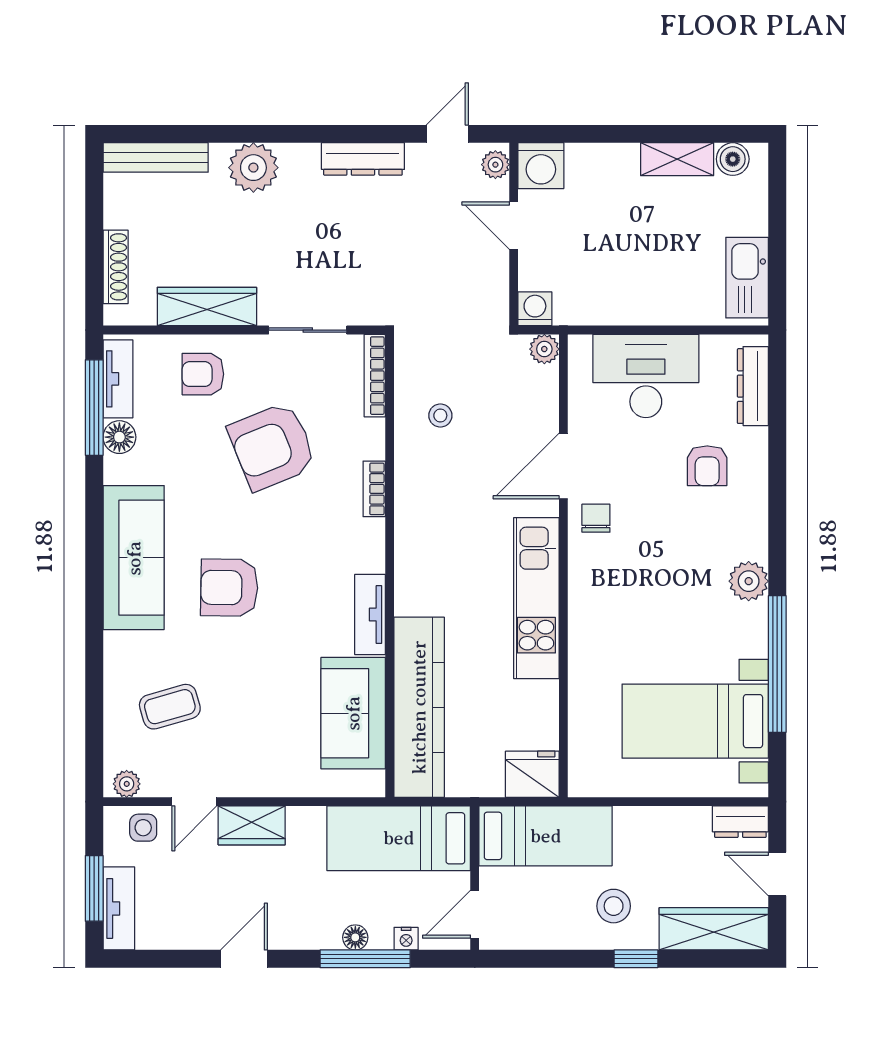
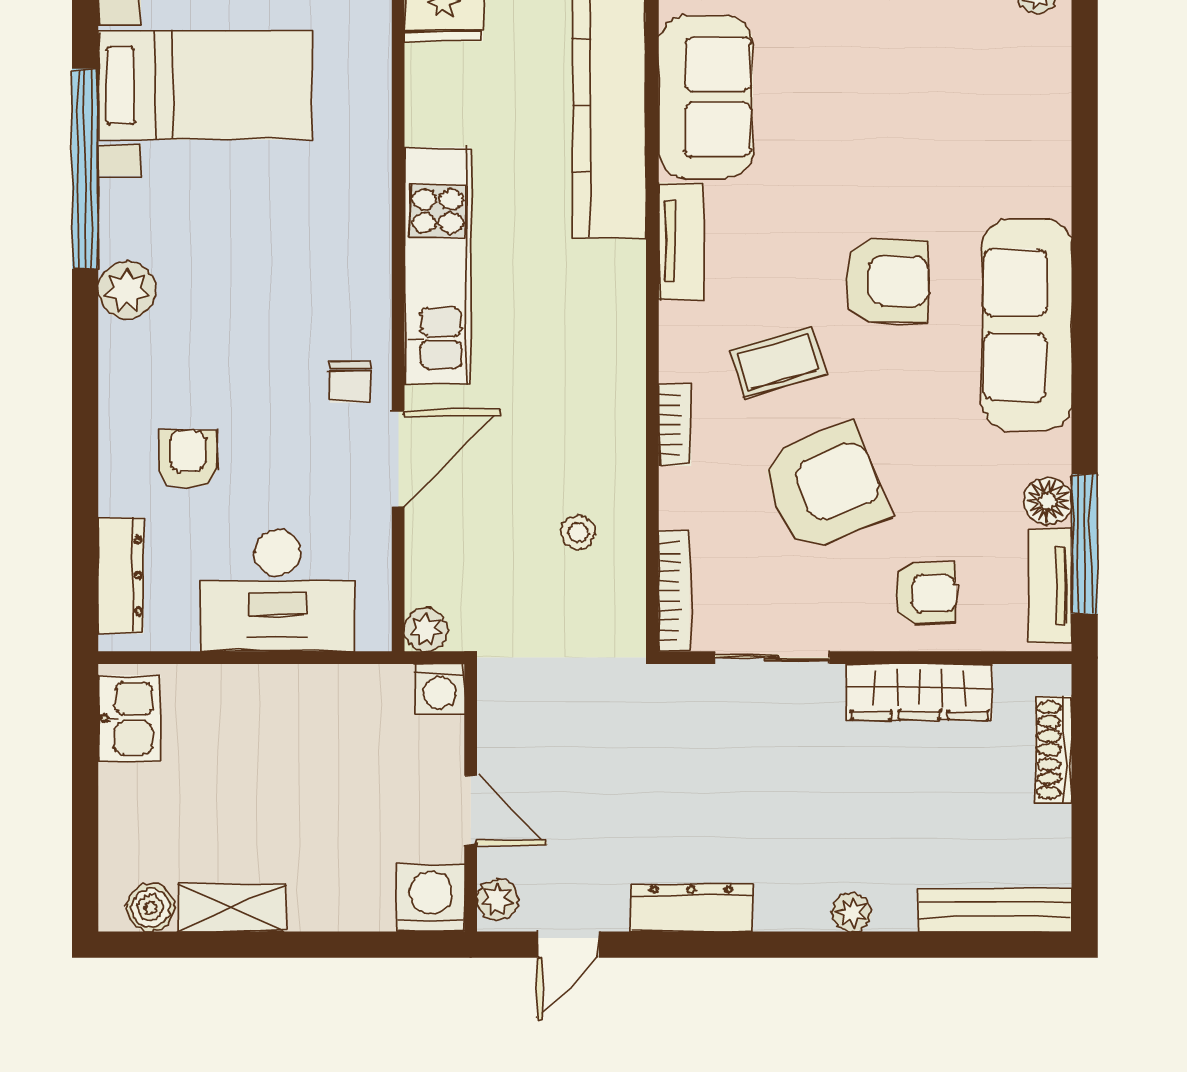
plant: (253, 168) -> (852, 912), width x0.53, depth x0.53
kitchen sink: (747, 278) -> (129, 718), width x0.73
coffee table: (170, 707) -> (778, 362), moved

